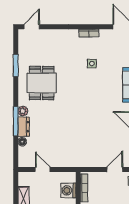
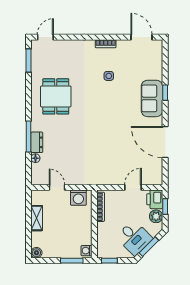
window: (16, 65) -> (29, 61), moved
plant: (23, 111) -> (36, 126), removed
washing machine: (68, 190) -> (78, 198), moved, turned -90

